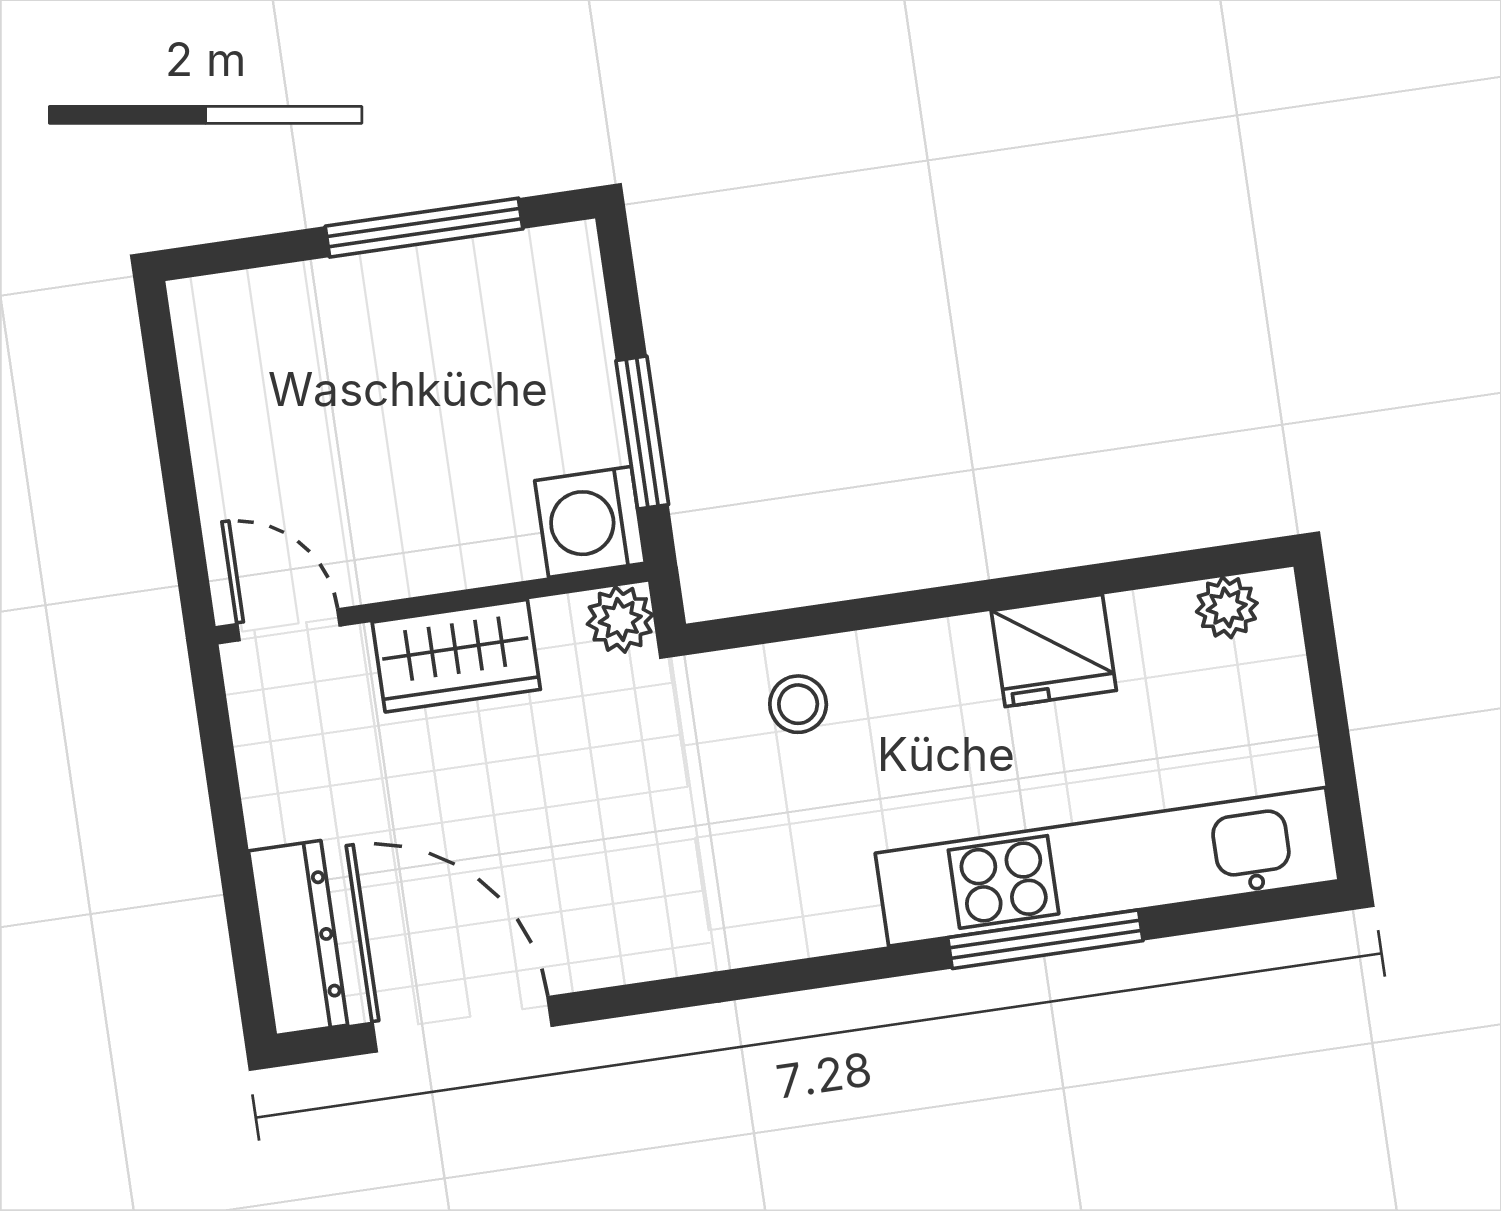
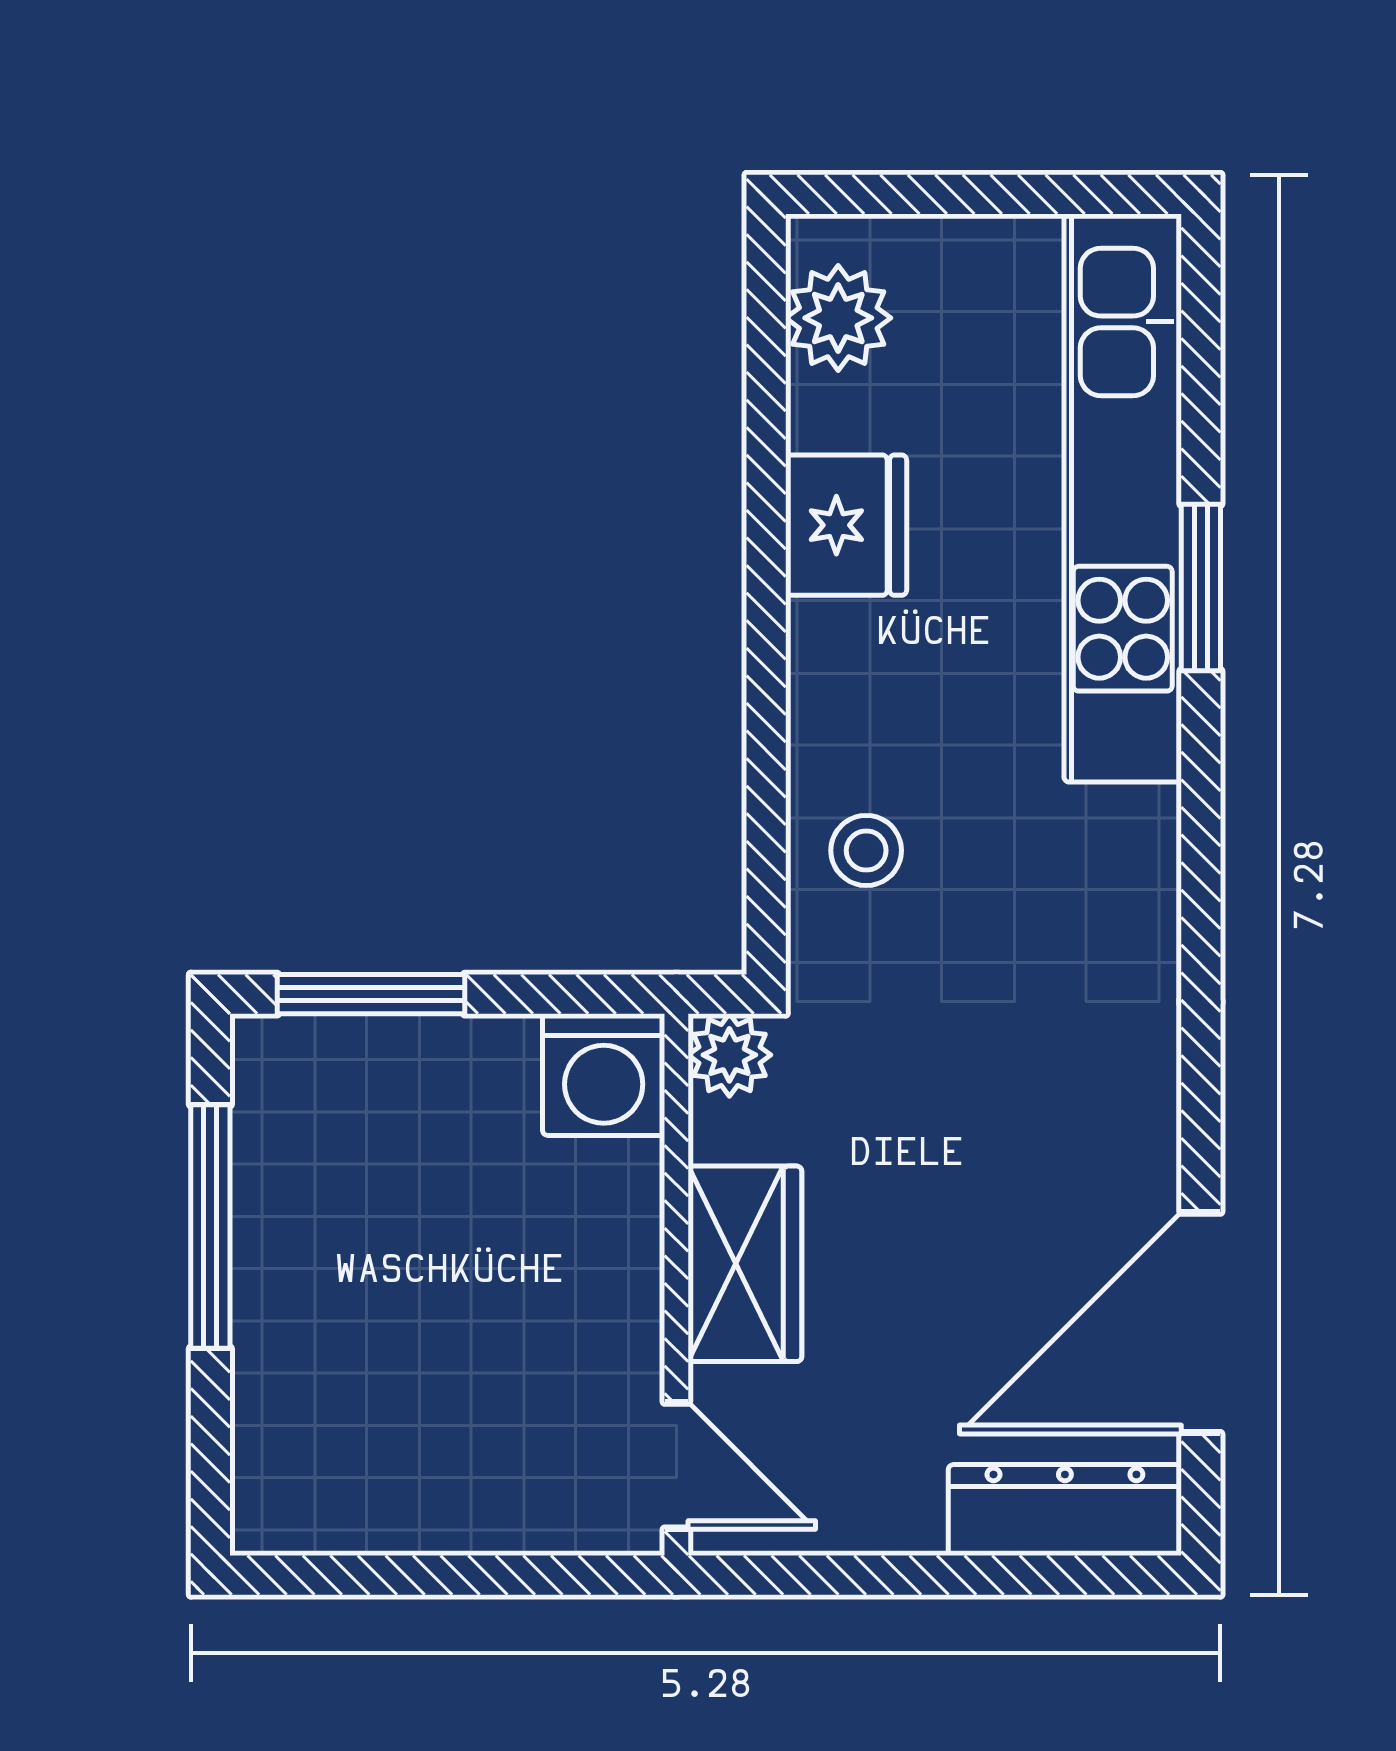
window: (642, 433) -> (371, 994), moved
plant: (1227, 607) -> (838, 318), width x1.38, depth x1.38
door: (288, 625) -> (676, 1466), swing flipped
window: (1045, 939) -> (1201, 587), width x0.69

